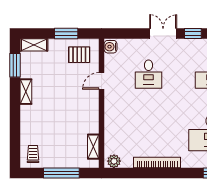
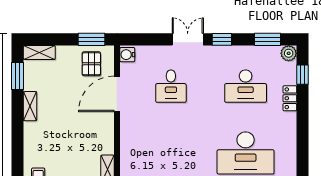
window: (66, 33) -> (91, 39), moved
pallet: (79, 55) -> (91, 64), turned 90
door: (102, 81) -> (117, 94), width x1.88

